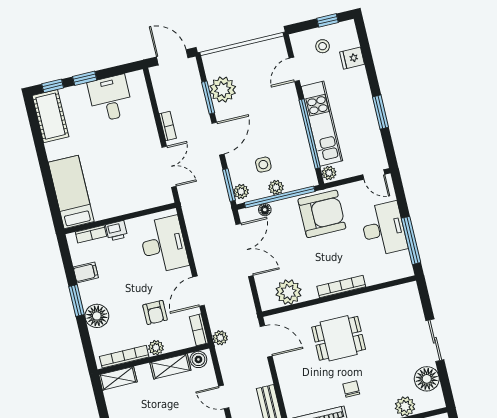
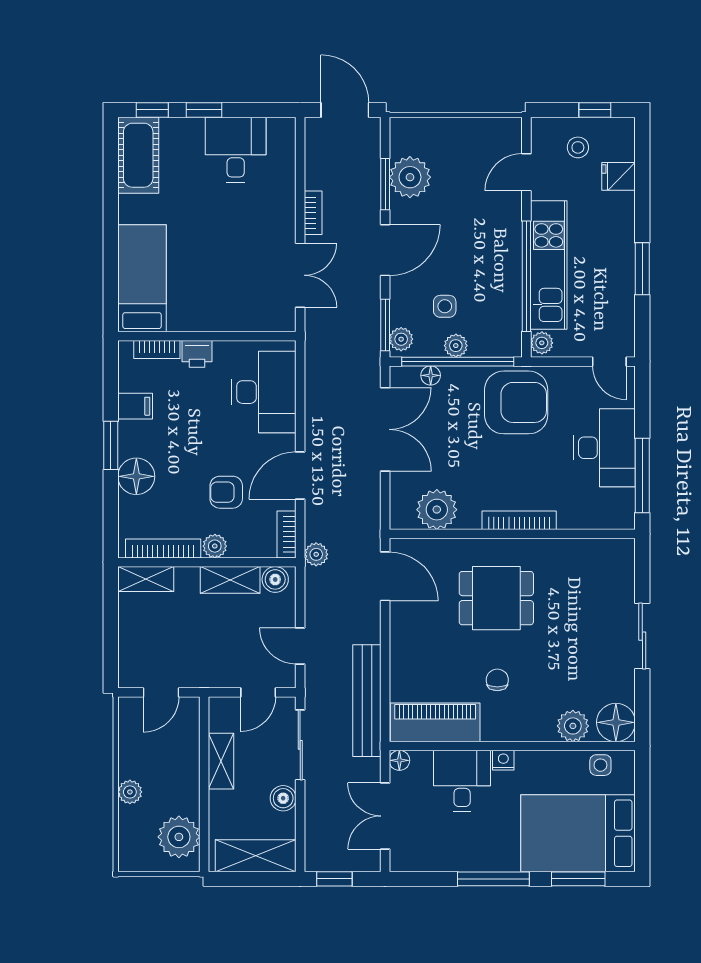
armchair: (155, 312) -> (226, 492), turned 90
floor lamp: (427, 379) -> (616, 722), moved

